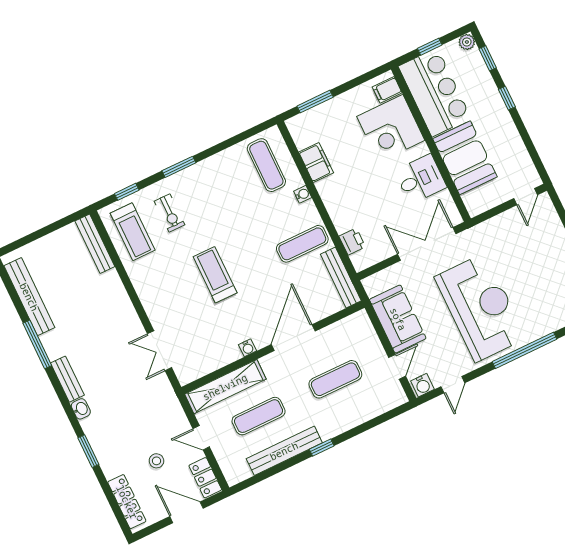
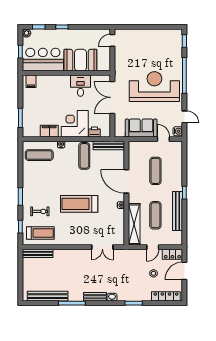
corner desk: (391, 128) -> (75, 124), moved, turned 180
door: (526, 197) -> (112, 40), swing flipped
treadmill: (215, 275) -> (79, 204), width x1.37, depth x1.38

